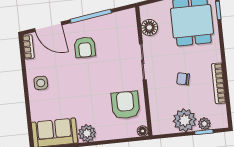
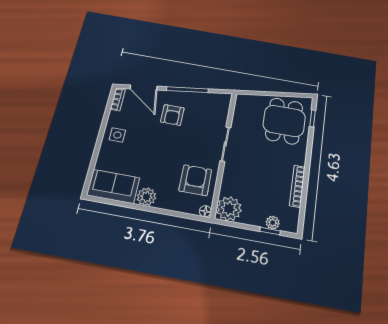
floor lamp: (149, 27) -> (241, 115), removed
chair: (183, 79) -> (262, 171), removed
plant: (185, 120) -> (229, 209), moved

